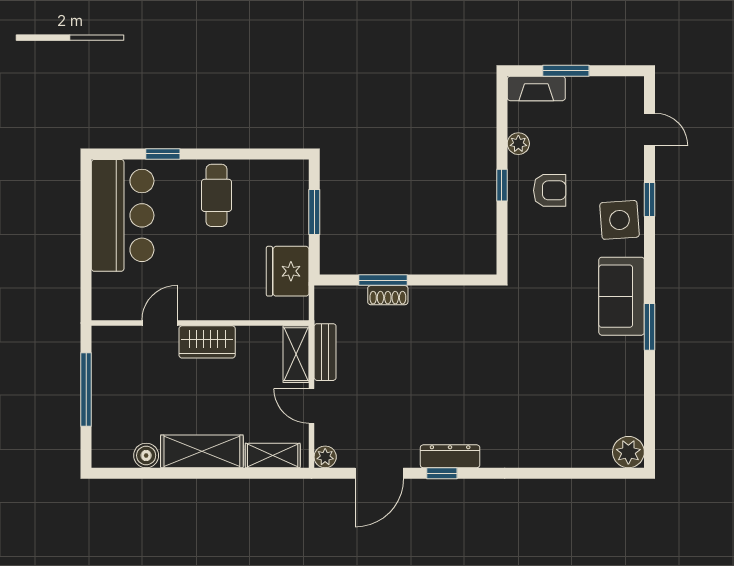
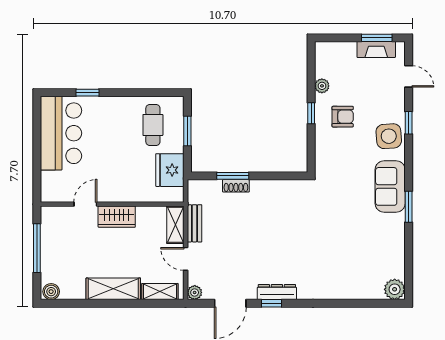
window: (566, 71) -> (377, 38), moved
fireplace: (536, 88) -> (376, 49), moved
cafe table: (217, 195) -> (153, 125), moved
boiler: (146, 455) -> (51, 292), moved

